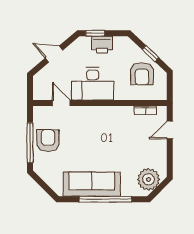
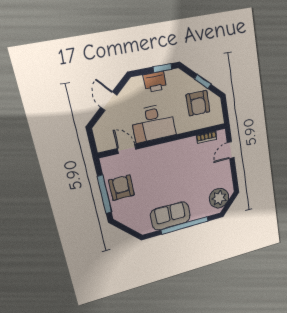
window: (95, 33) -> (162, 68), moved
door: (54, 54) -> (109, 101), hinge flipped
sofa: (92, 184) -> (170, 216), width x0.73

